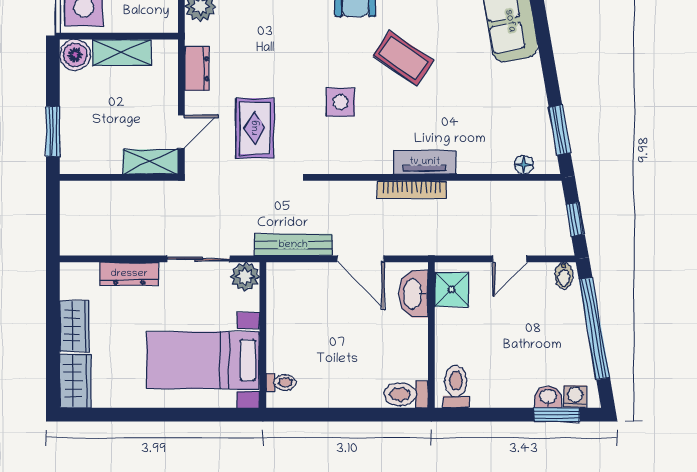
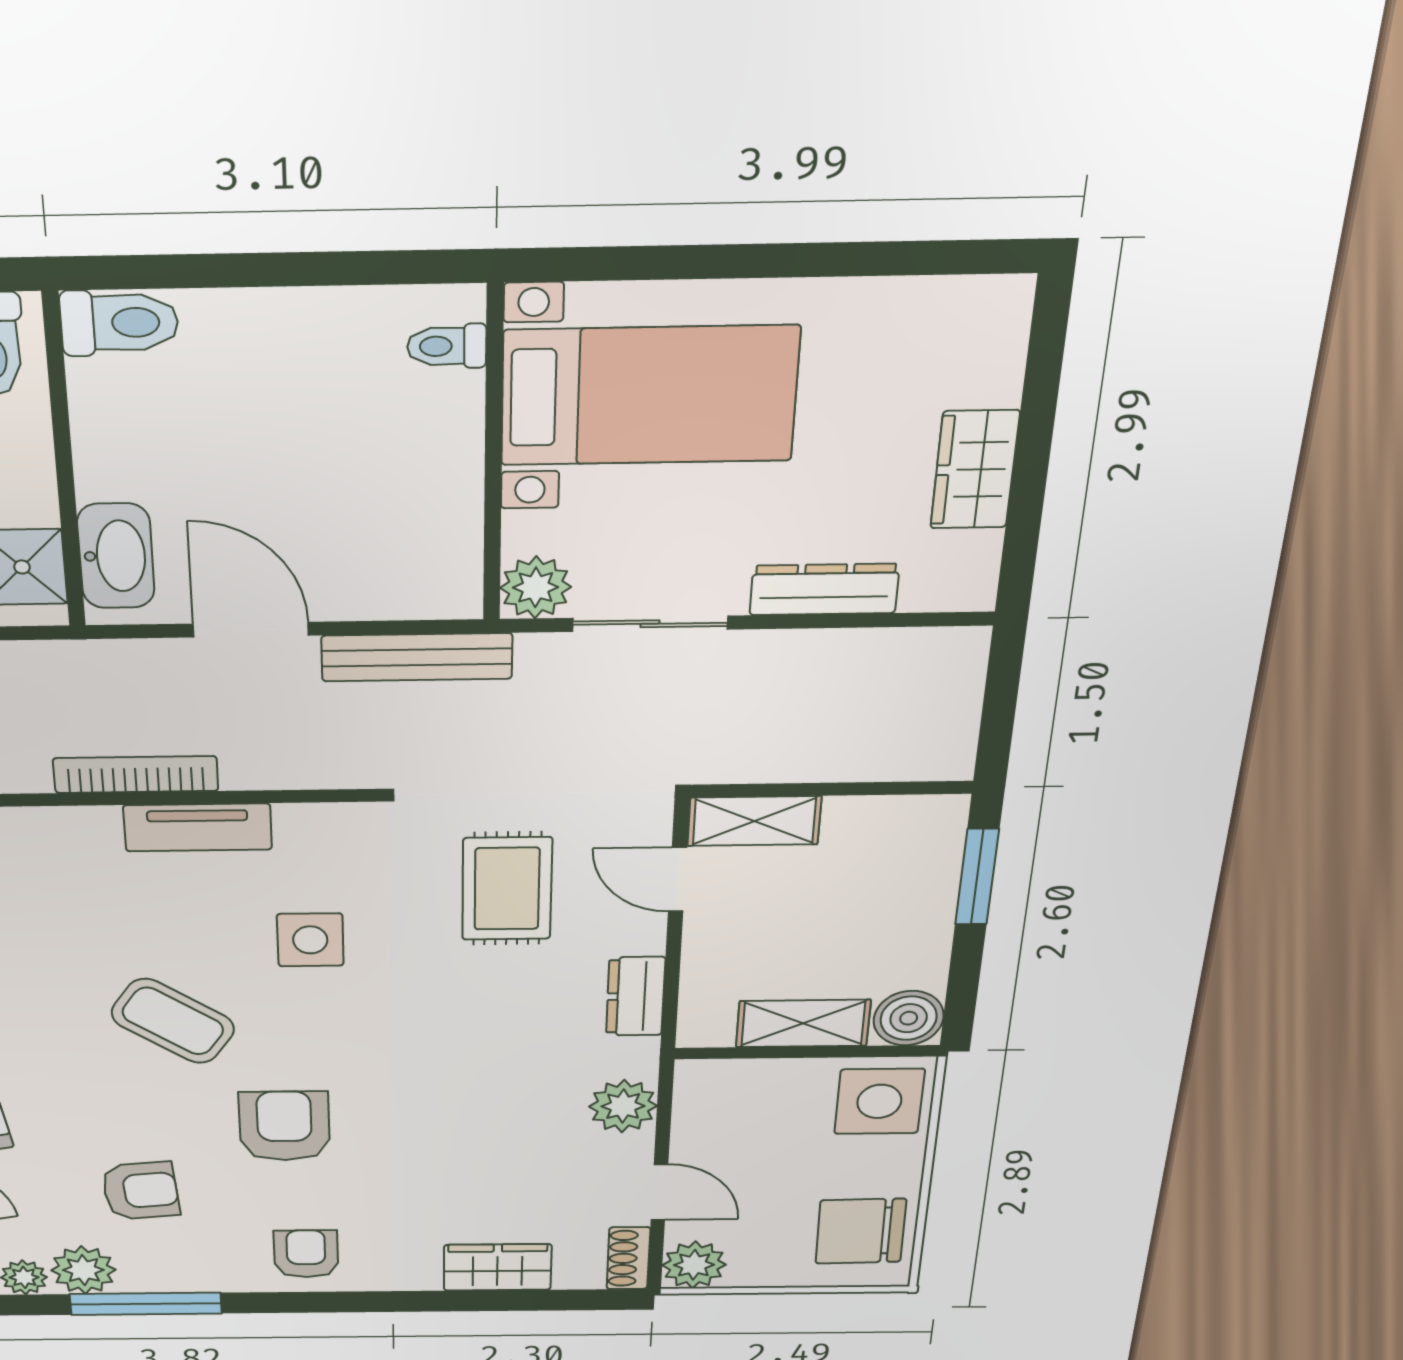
door: (181, 132) -> (678, 880), hinge flipped
tv unit: (425, 162) -> (198, 827), moved
wardrobe: (75, 381) -> (988, 340), removed

